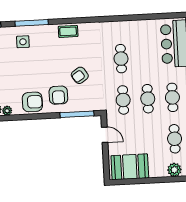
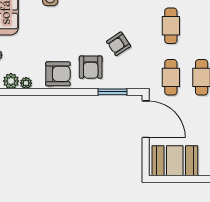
window: (77, 114) -> (113, 92), width x0.69
door: (105, 135) -> (146, 119), width x1.87

